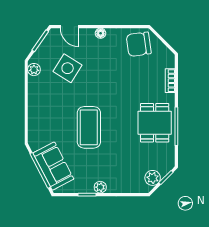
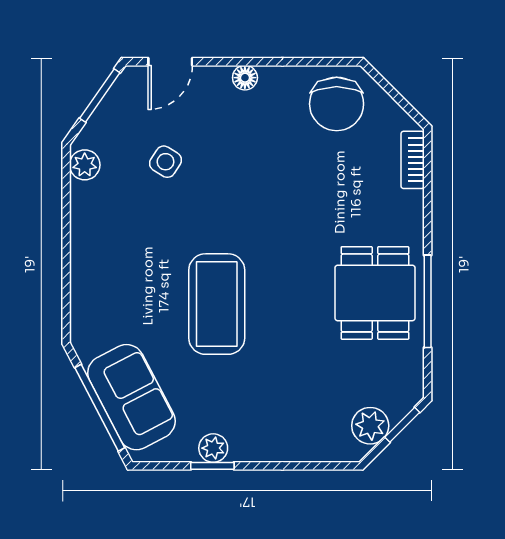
door: (69, 27) -> (170, 62), hinge flipped
chair: (139, 44) -> (337, 104), turned -82
side table: (68, 68) -> (165, 162), width x0.54, depth x0.54
bookcase: (170, 81) -> (413, 160), moved
plant: (100, 187) -> (213, 448), moved

